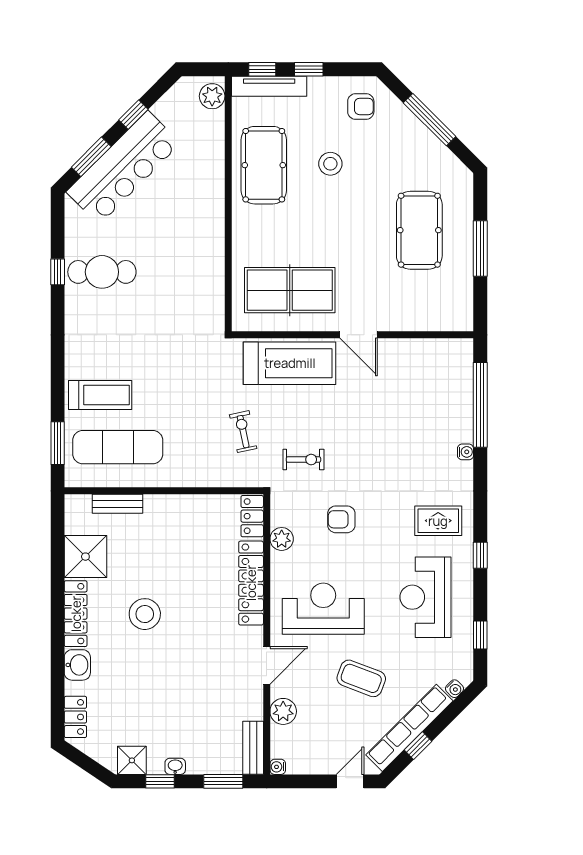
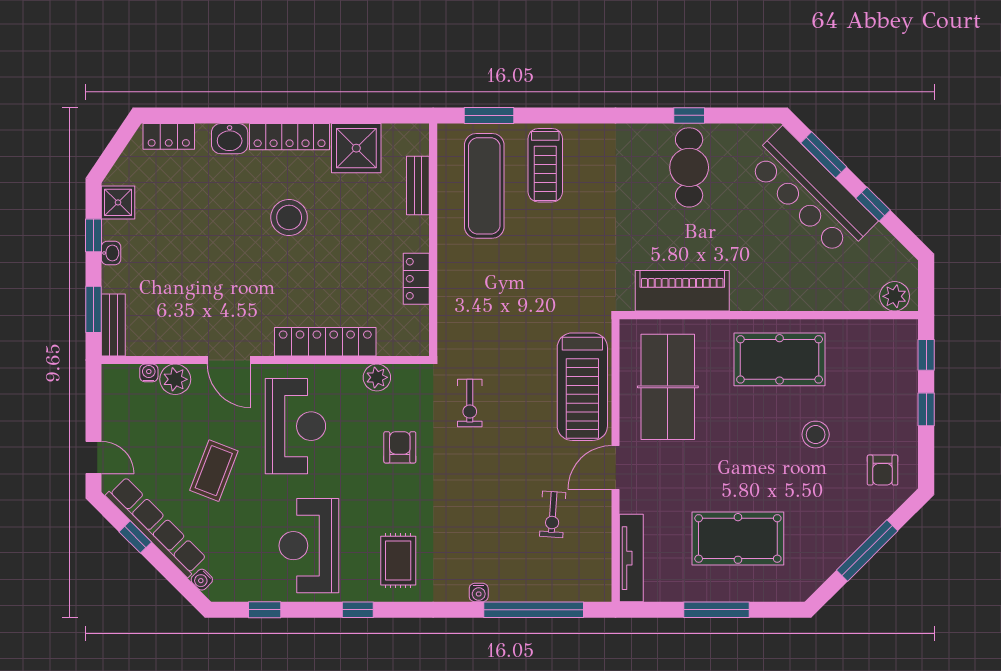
tv unit: (269, 86) -> (631, 558), moved, turned 180
pool table: (264, 165) -> (780, 359), moved
piano: (207, 278) -> (682, 291), added
exercise bike: (243, 432) -> (553, 514), moved, turned 106
locker: (252, 516) -> (416, 279), moved, turned -90
reception desk: (425, 597) -> (309, 546), turned -90
bench: (253, 748) -> (113, 325), moved, turned 90
water cooler: (278, 767) -> (149, 373), moved

